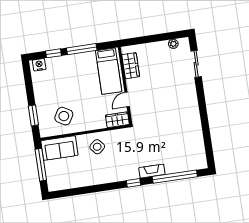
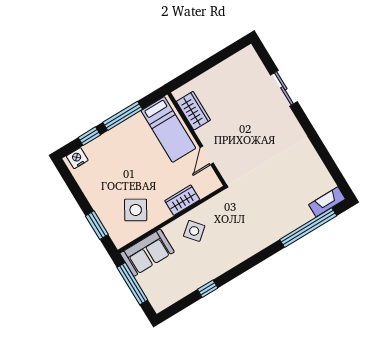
plant: (173, 44) -> (236, 60), removed
sliding door: (196, 64) -> (284, 88), moved
wardrobe: (117, 120) -> (182, 200), moved
fireplace: (152, 171) -> (327, 202), moved
window: (133, 183) -> (208, 289), moved

